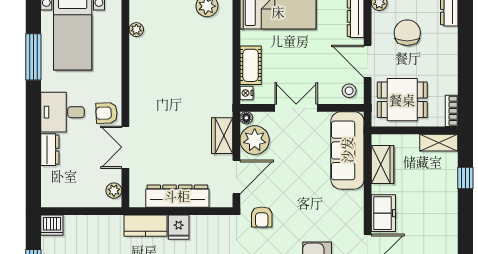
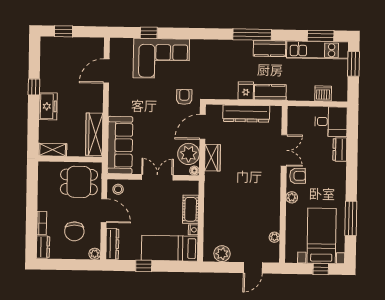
nightstand: (246, 93) -> (193, 230), moved
double door: (296, 108) -> (157, 177), swing flipped
bookcase: (452, 111) -> (42, 223), moved
desk: (63, 112) -> (331, 122), moved
wardrobe: (383, 165) -> (94, 134), width x1.50
window: (465, 178) -> (34, 87), moved
plant: (114, 191) -> (292, 197), moved
freezer: (383, 213) -> (48, 106), moved, turned 180
dishwasher: (52, 225) -> (323, 93), moved

